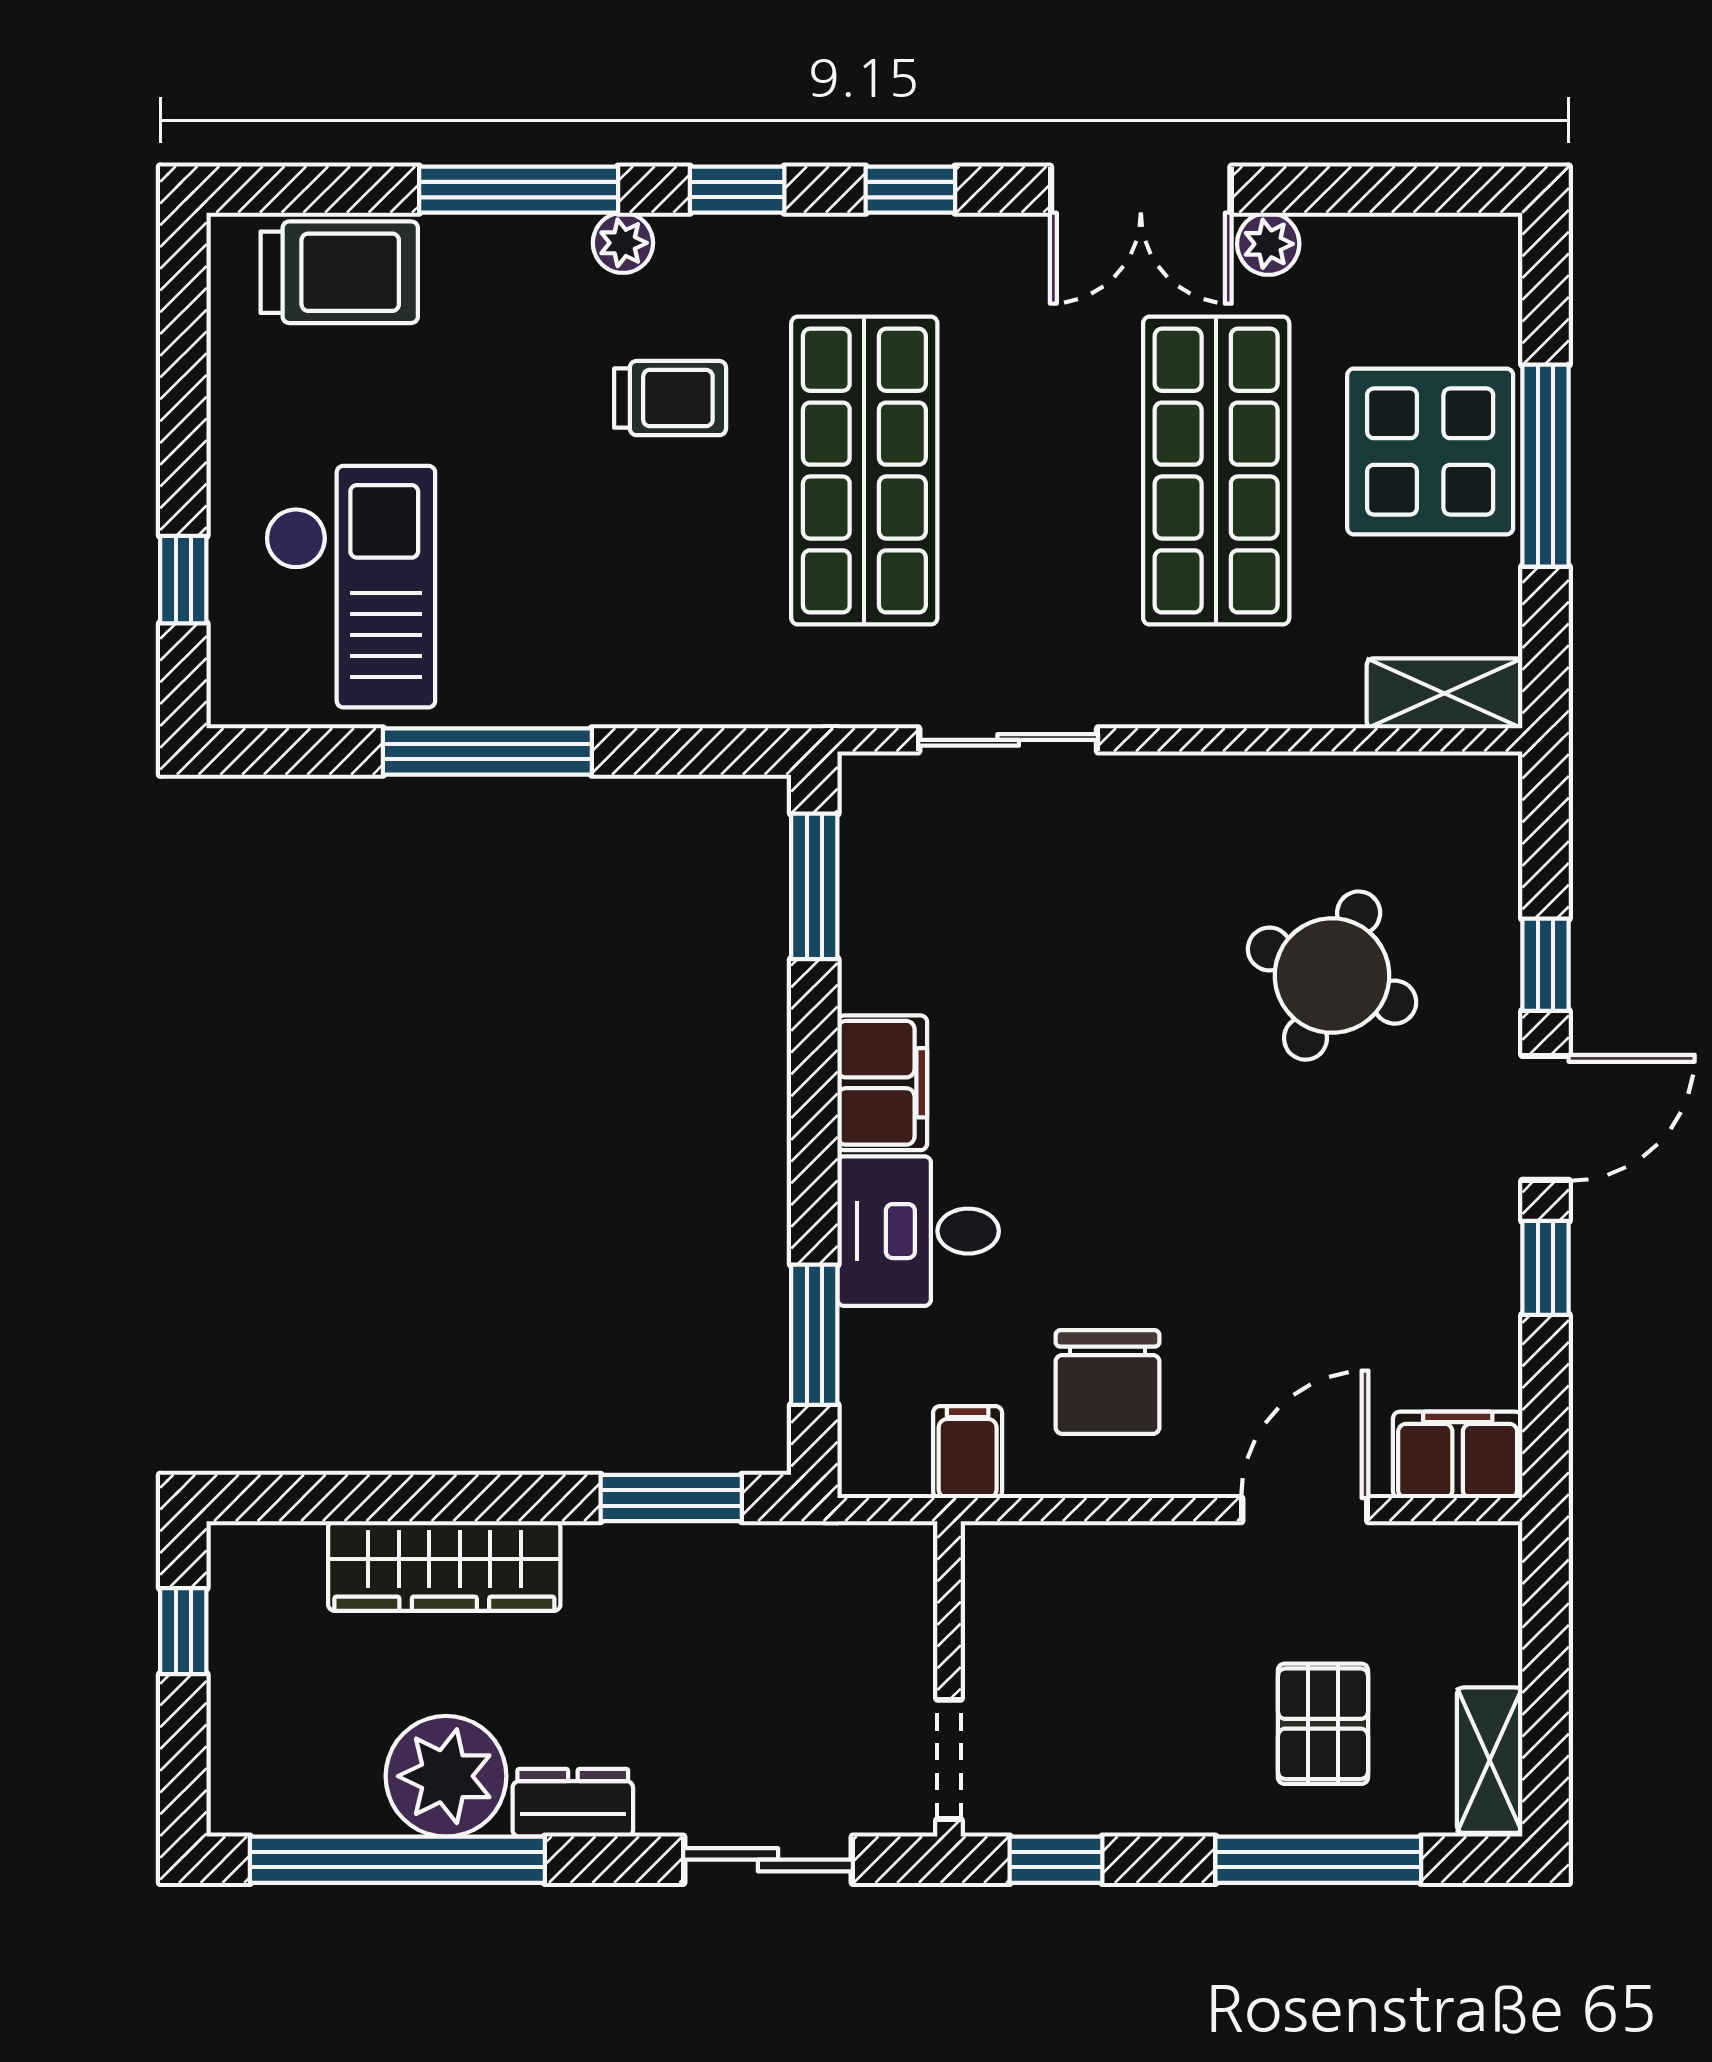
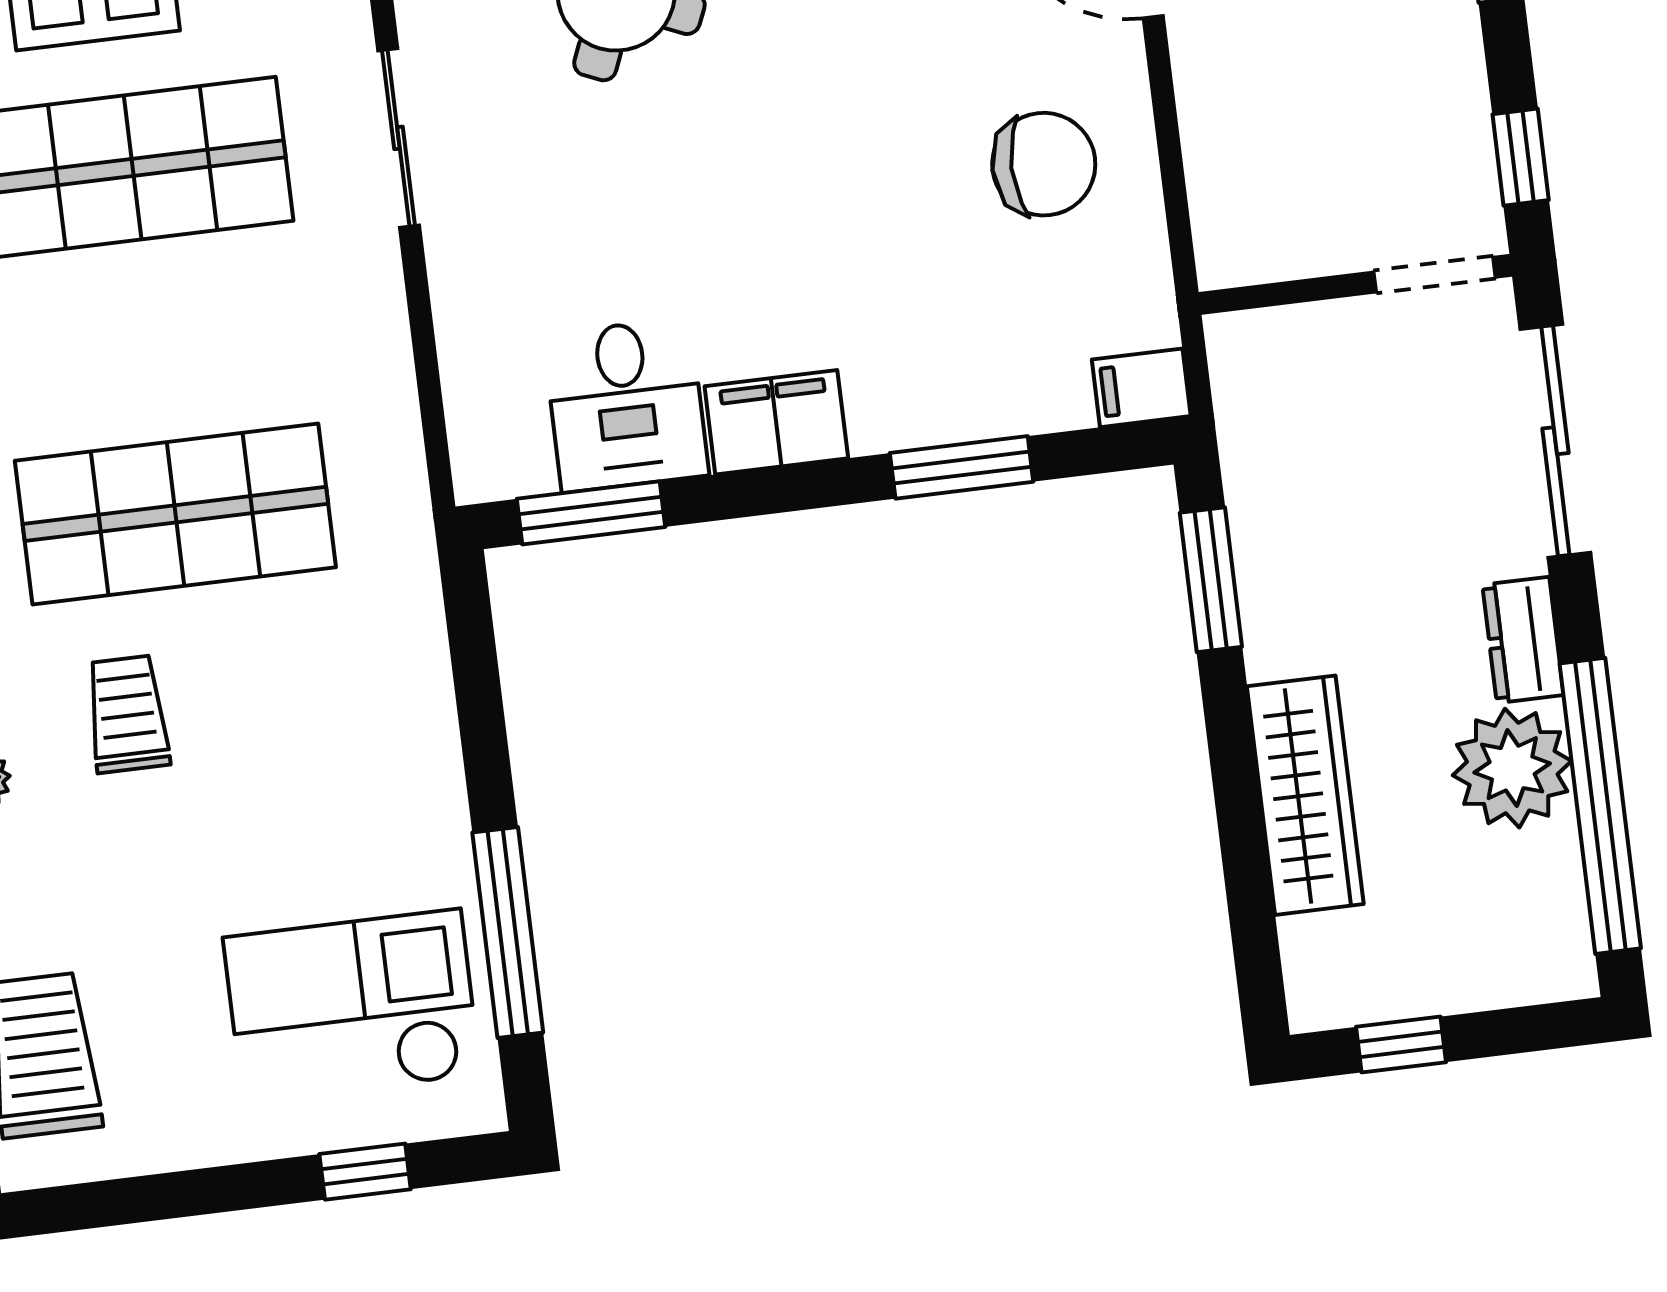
sliding door: (1008, 740) -> (399, 138), moved
window: (487, 751) -> (508, 932), moved
desk: (918, 1231) -> (626, 405), moved
window: (814, 1335) -> (962, 467), moved
filing cabinet: (968, 1452) -> (1141, 388), moved
sliding door: (768, 1860) -> (1555, 441), width x1.37

